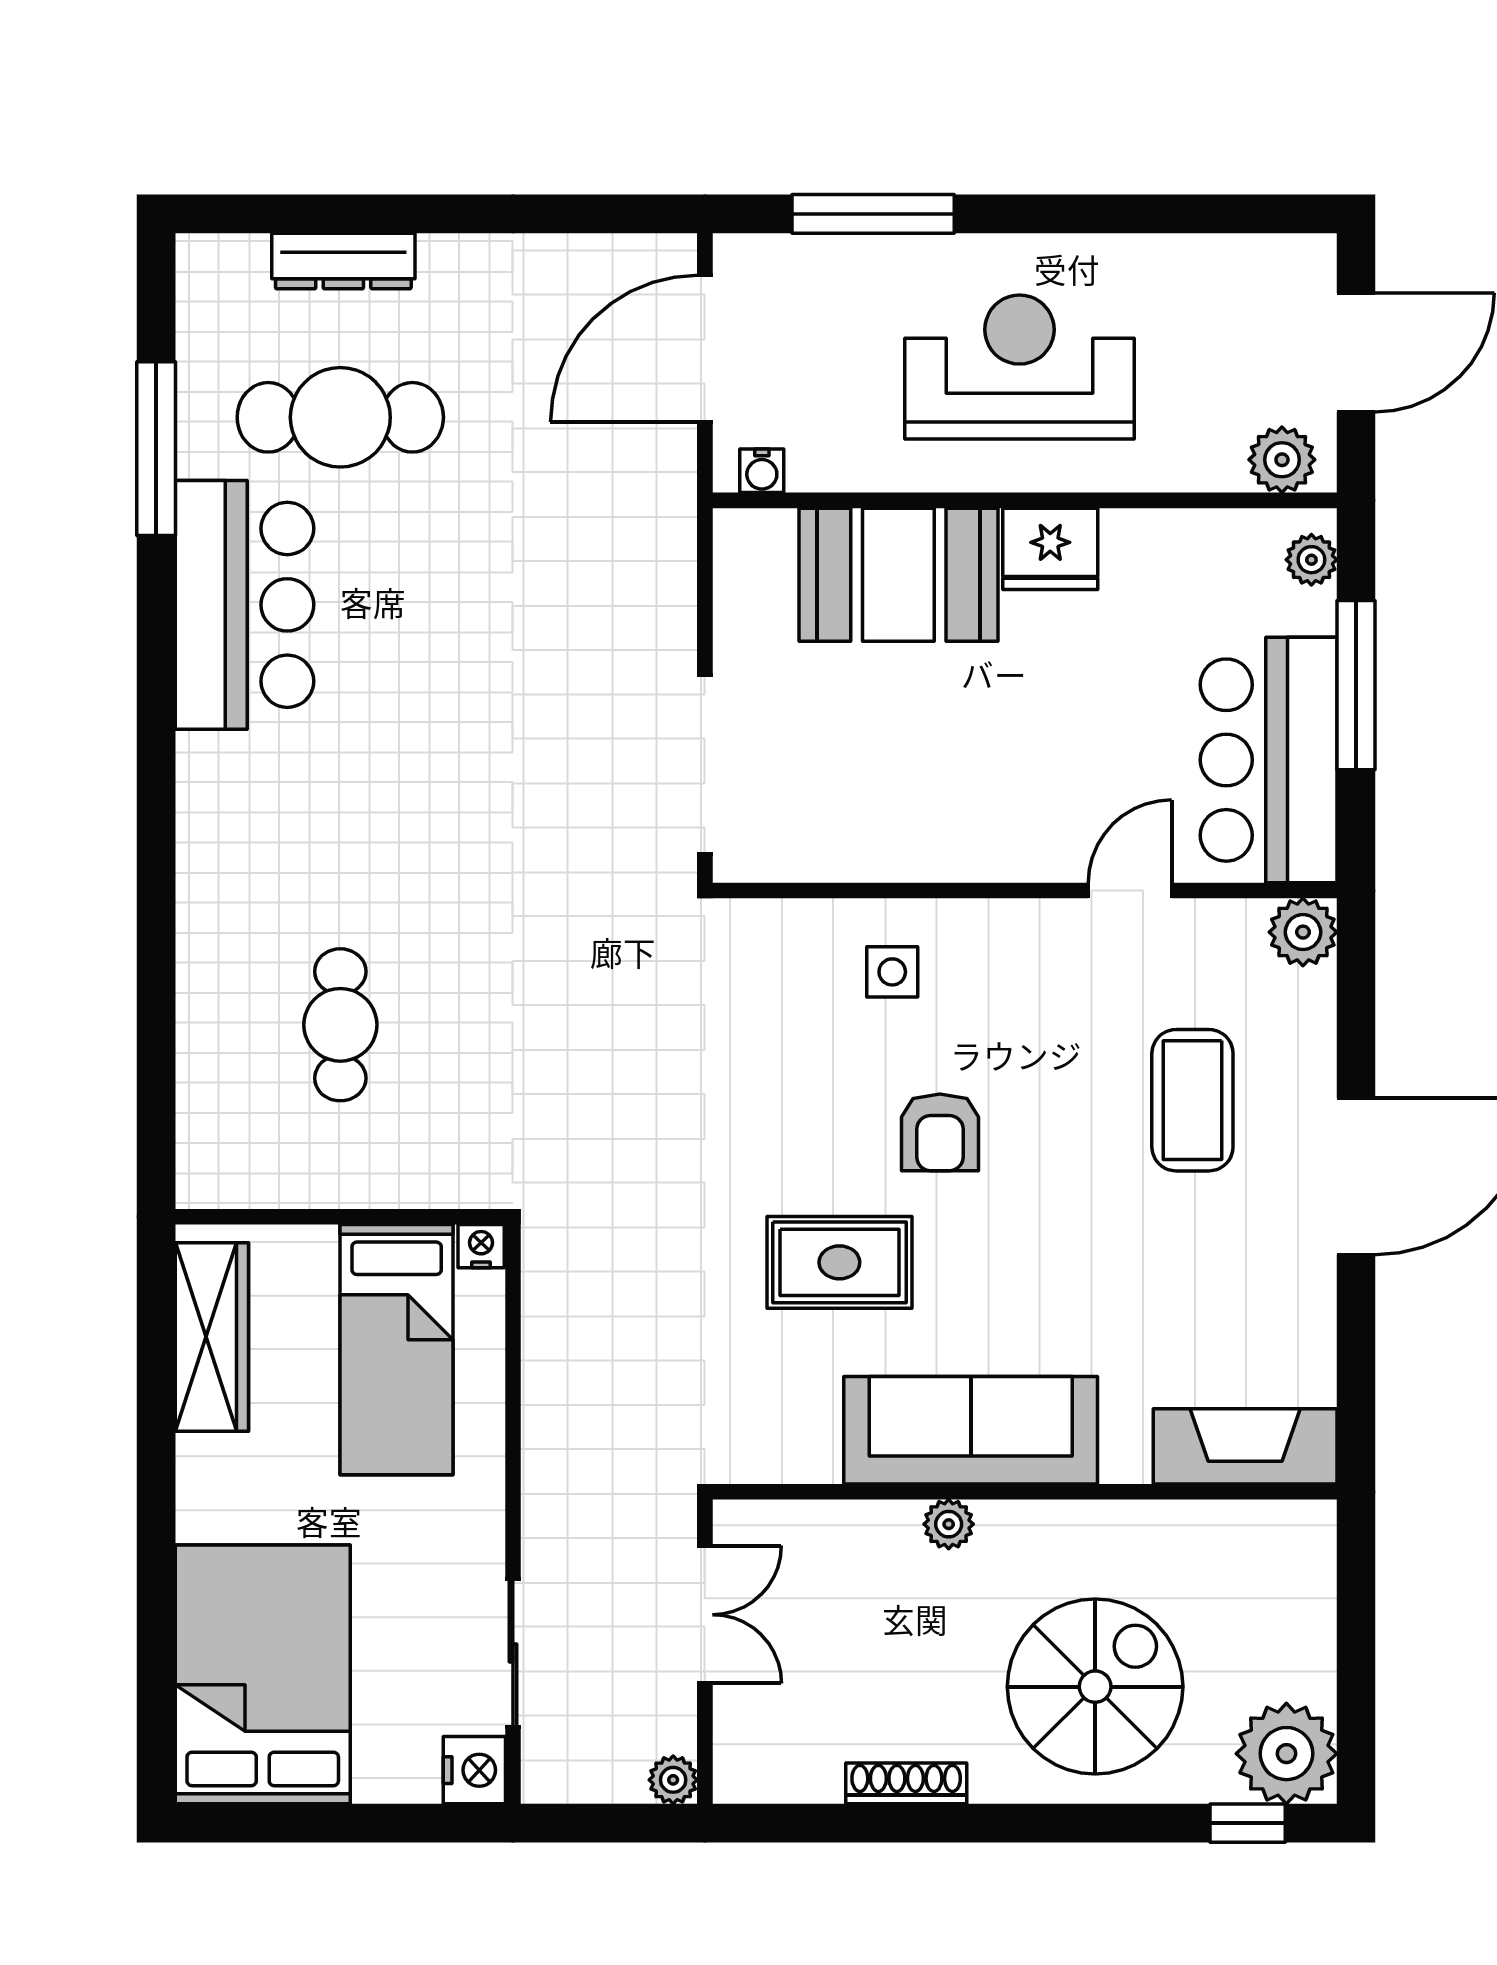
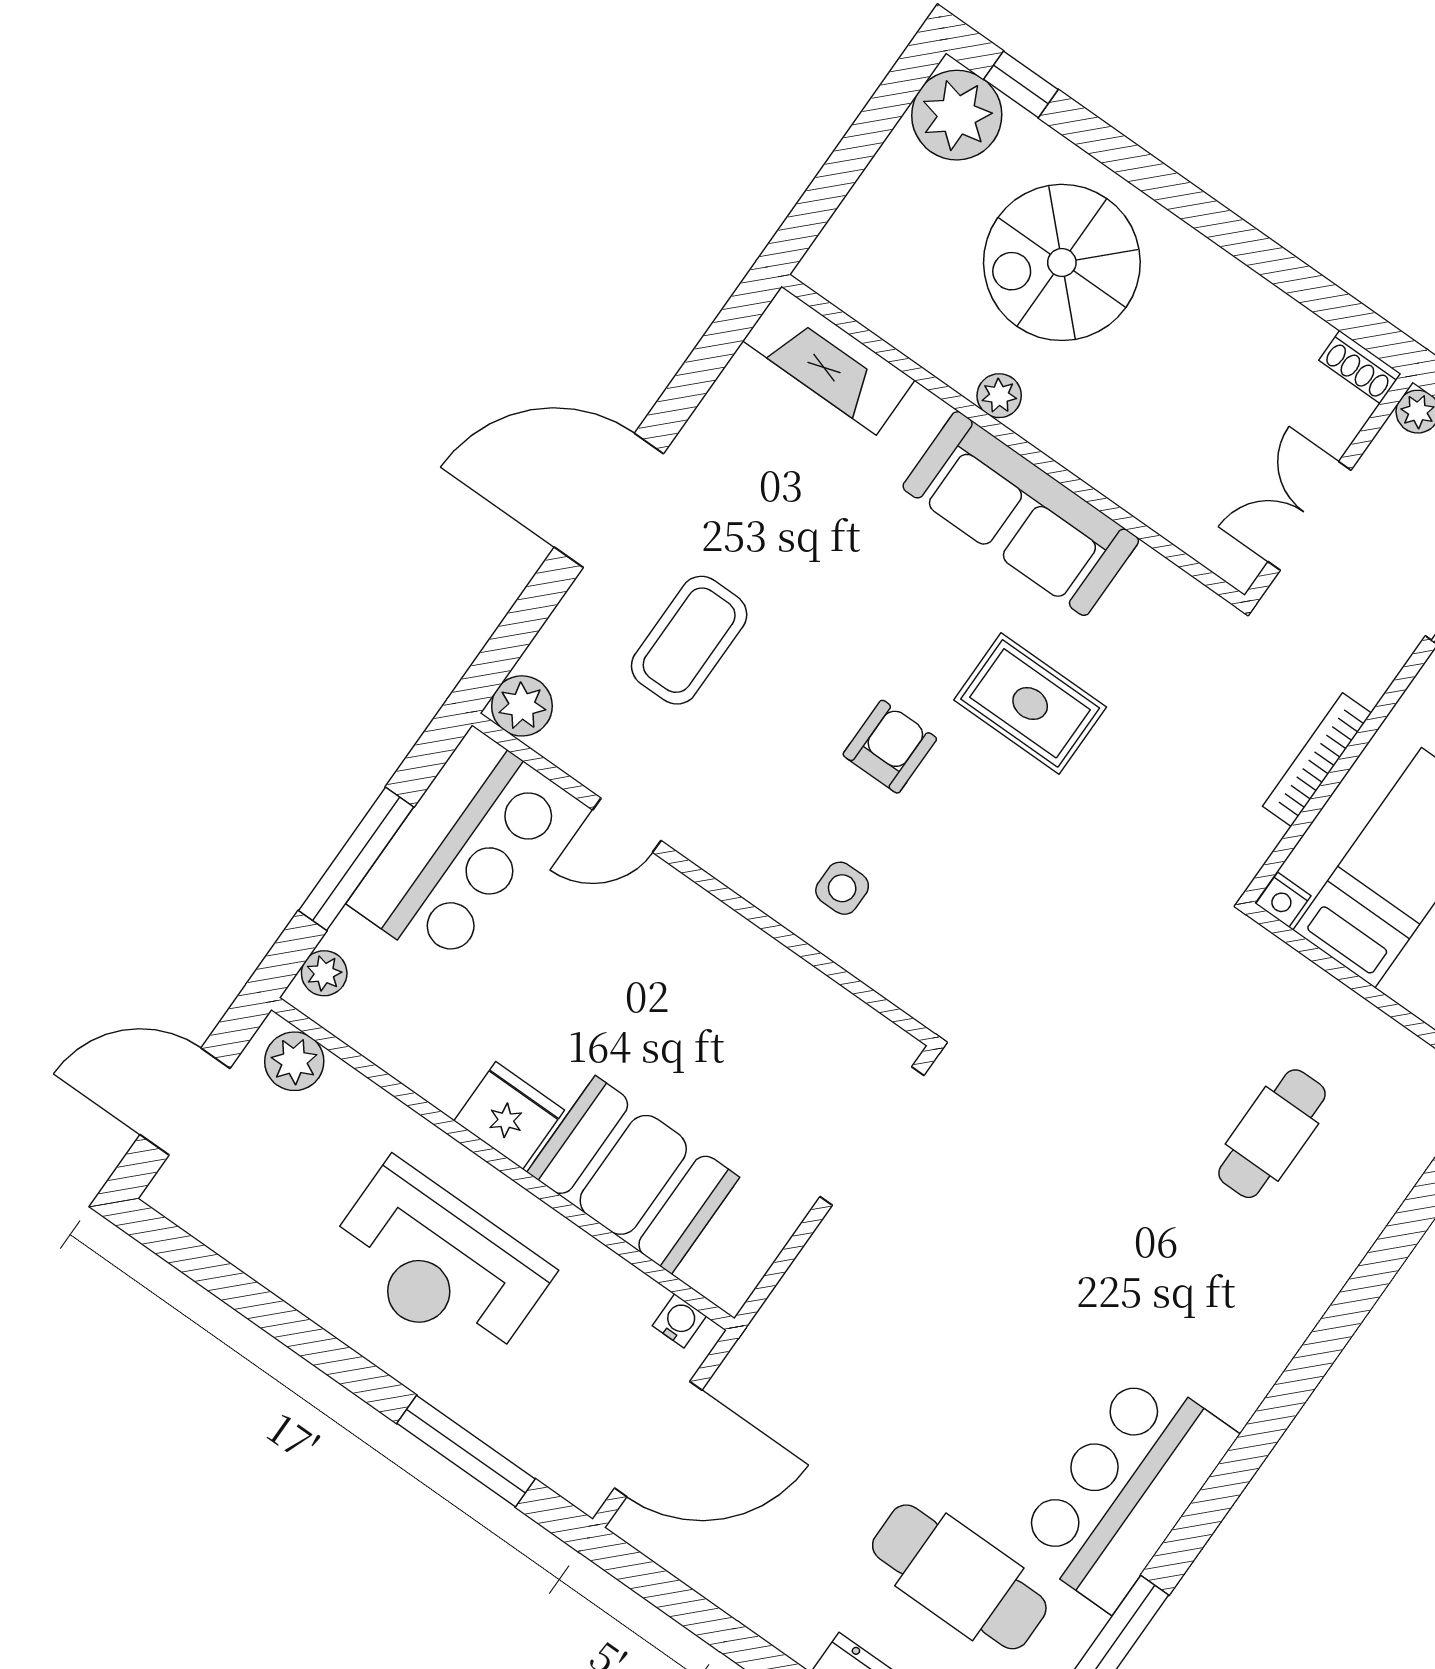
bookcase: (541, 1396) -> (1317, 760), added
plant: (949, 1524) -> (999, 396), moved
shoe rack: (906, 1783) -> (1360, 367), moved, width x0.70

